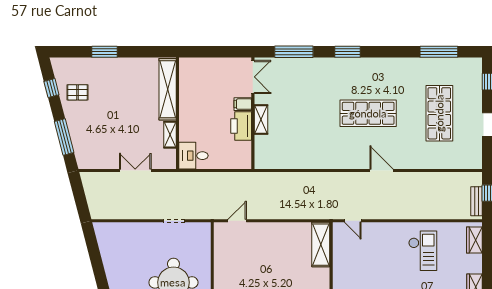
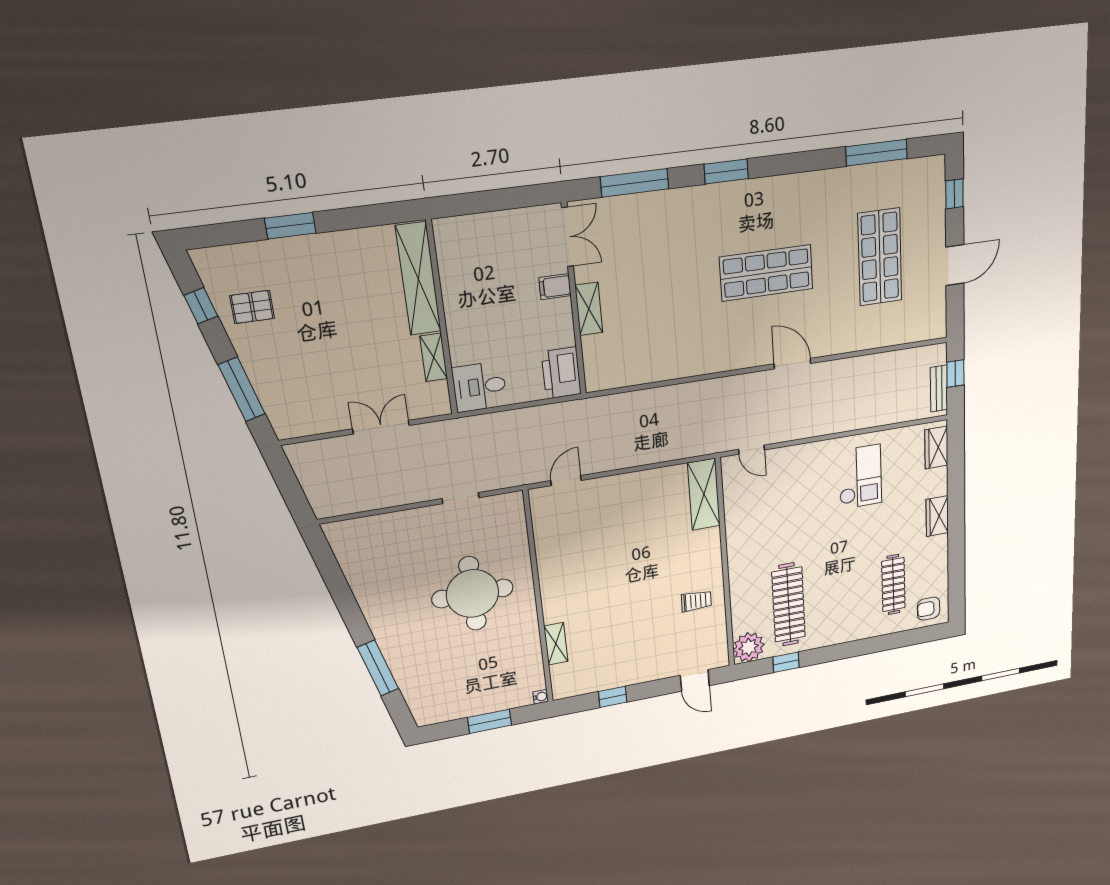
printer: (241, 126) -> (561, 373), moved

